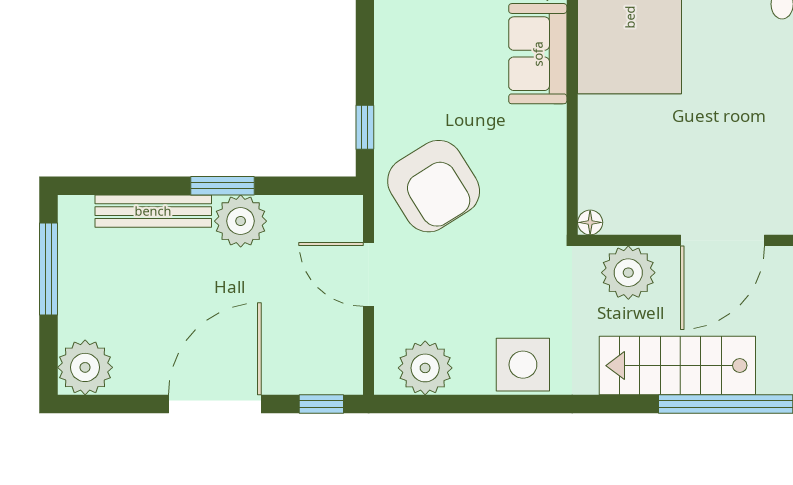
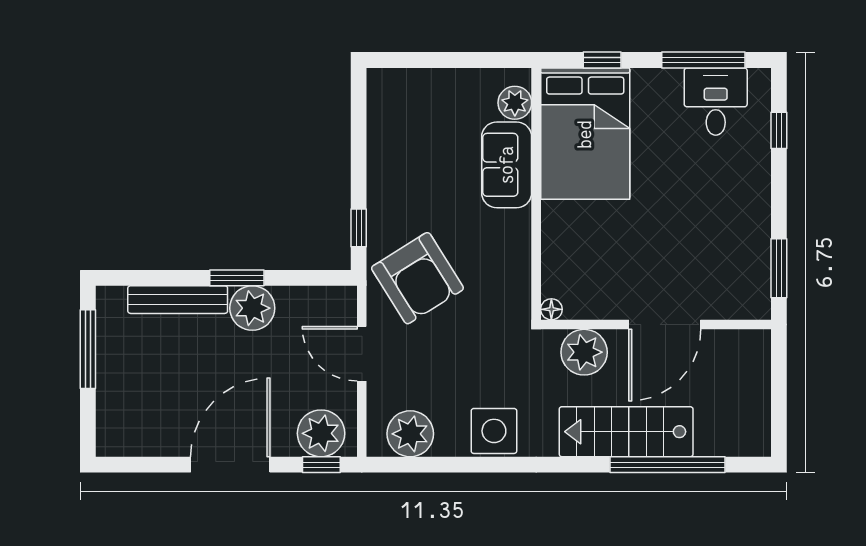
plant: (85, 367) -> (321, 433), moved

